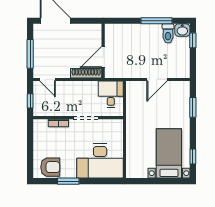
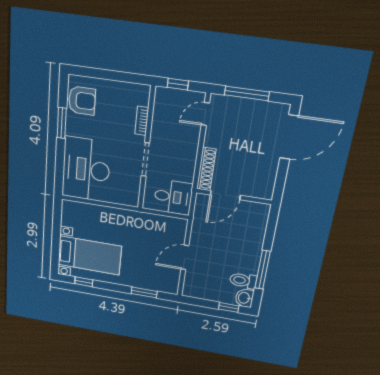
door: (103, 57) -> (225, 195), swing flipped
door: (157, 79) -> (185, 257), hinge flipped
armchair: (50, 167) -> (82, 101), turned -90

